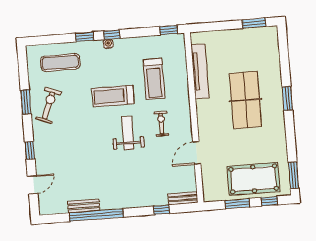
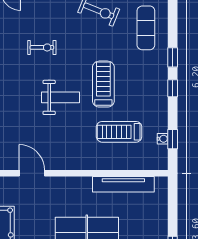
window: (169, 30) -> (173, 139), moved
water cooler: (108, 44) -> (163, 139), moved
exercise bike: (161, 124) -> (42, 47), moved

